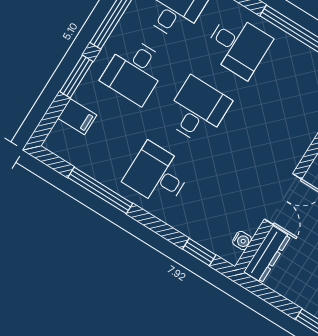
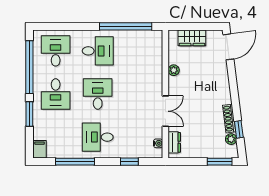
filing cabinet: (77, 117) -> (40, 149), moved, turned -90
window: (199, 252) -> (129, 162), moved
dresser: (267, 254) -> (174, 142), width x0.70

